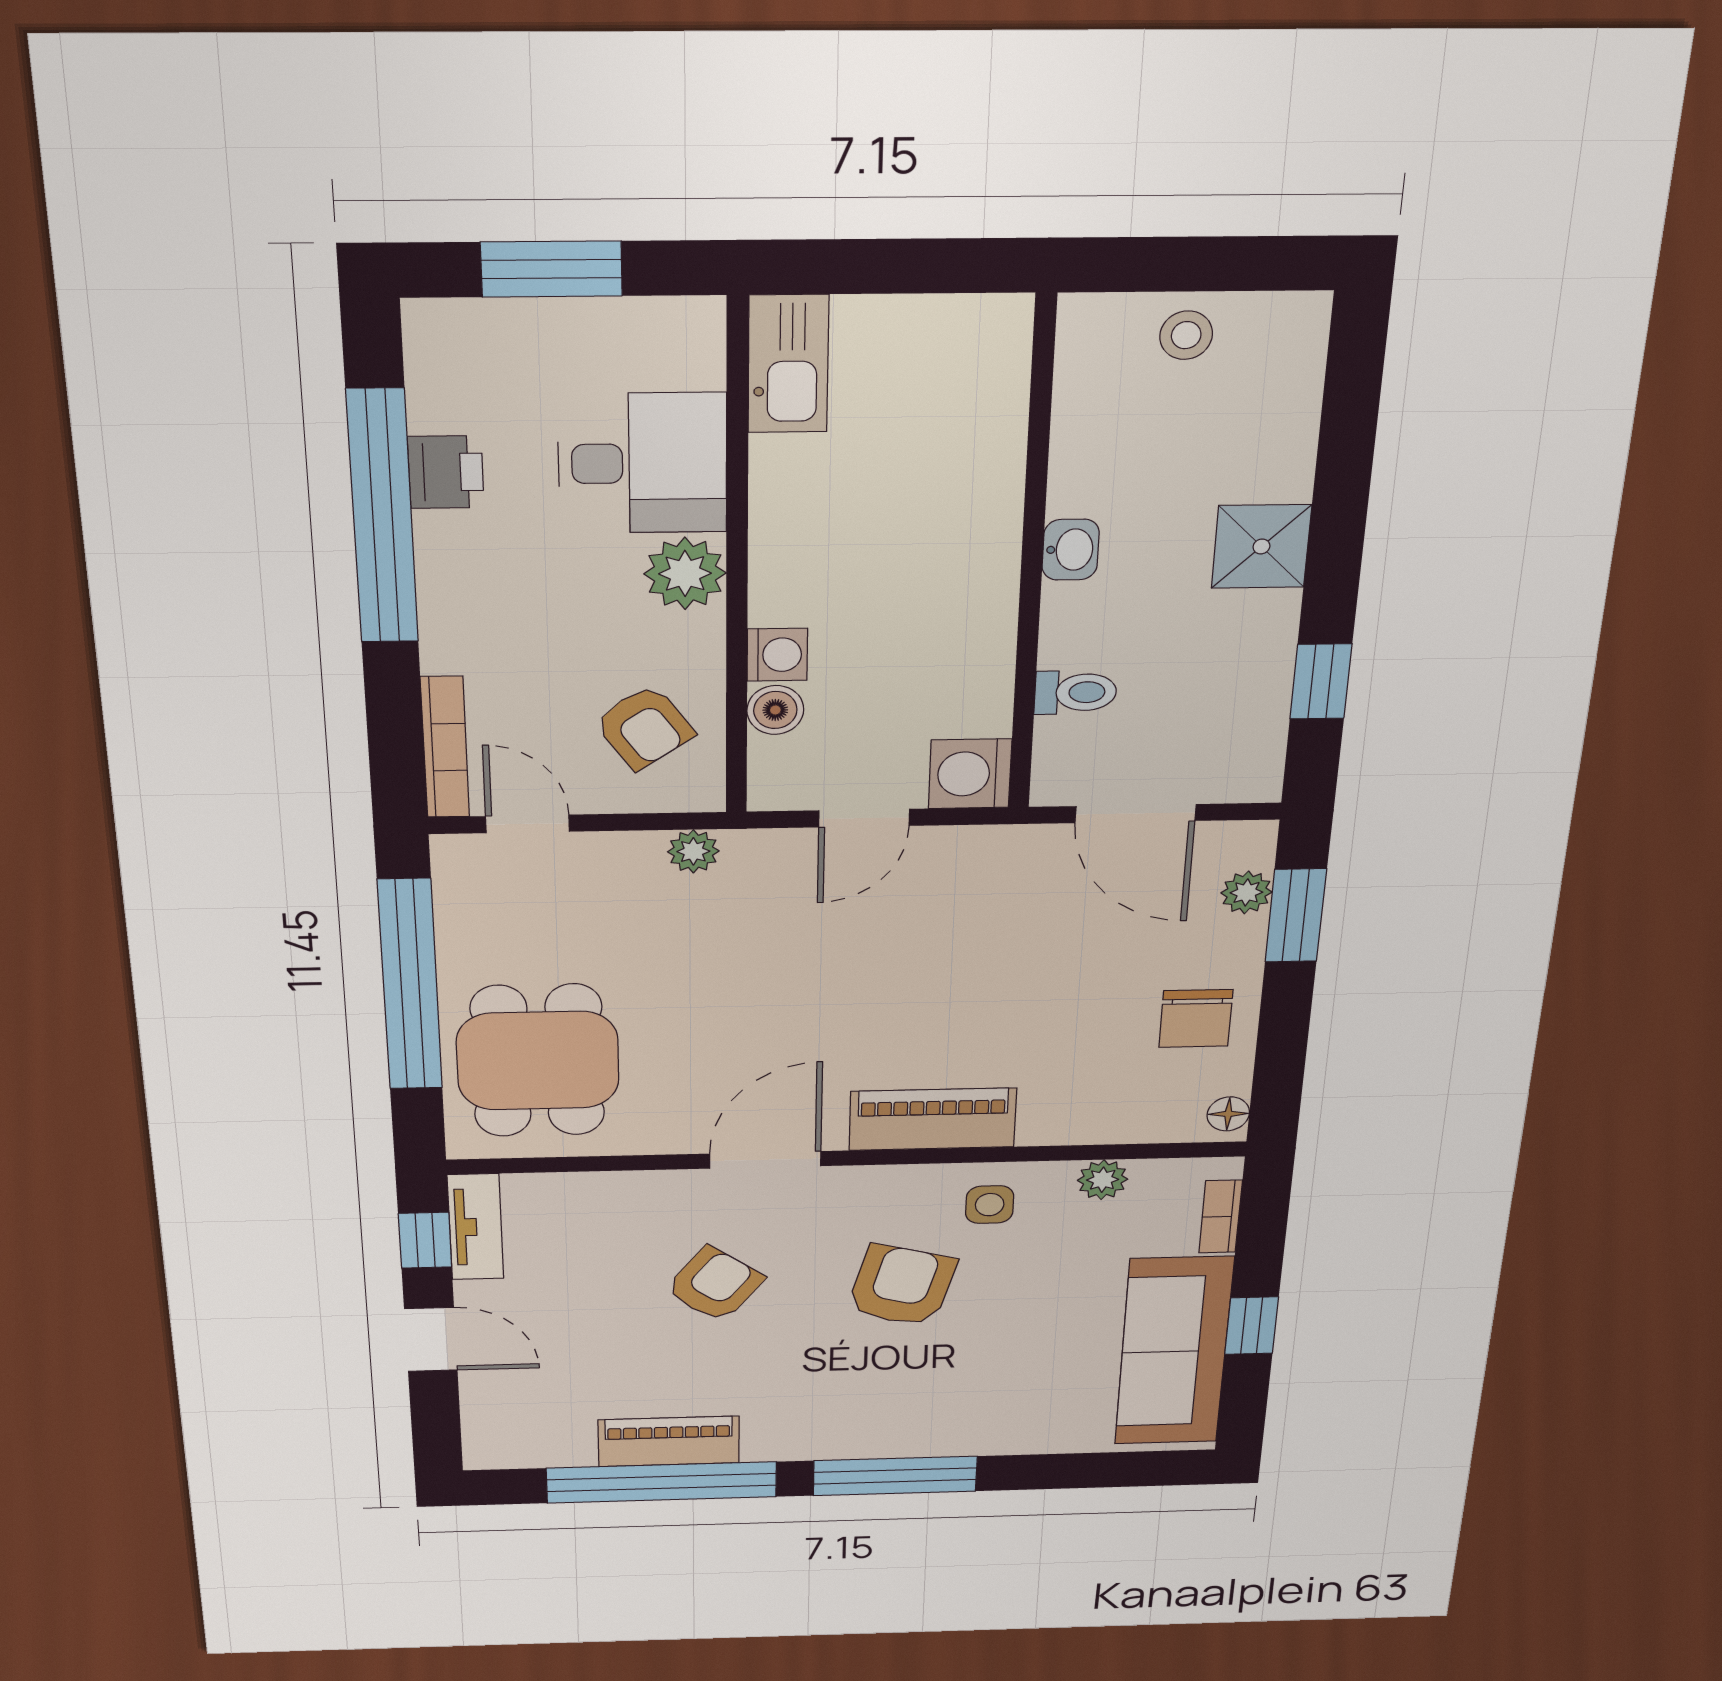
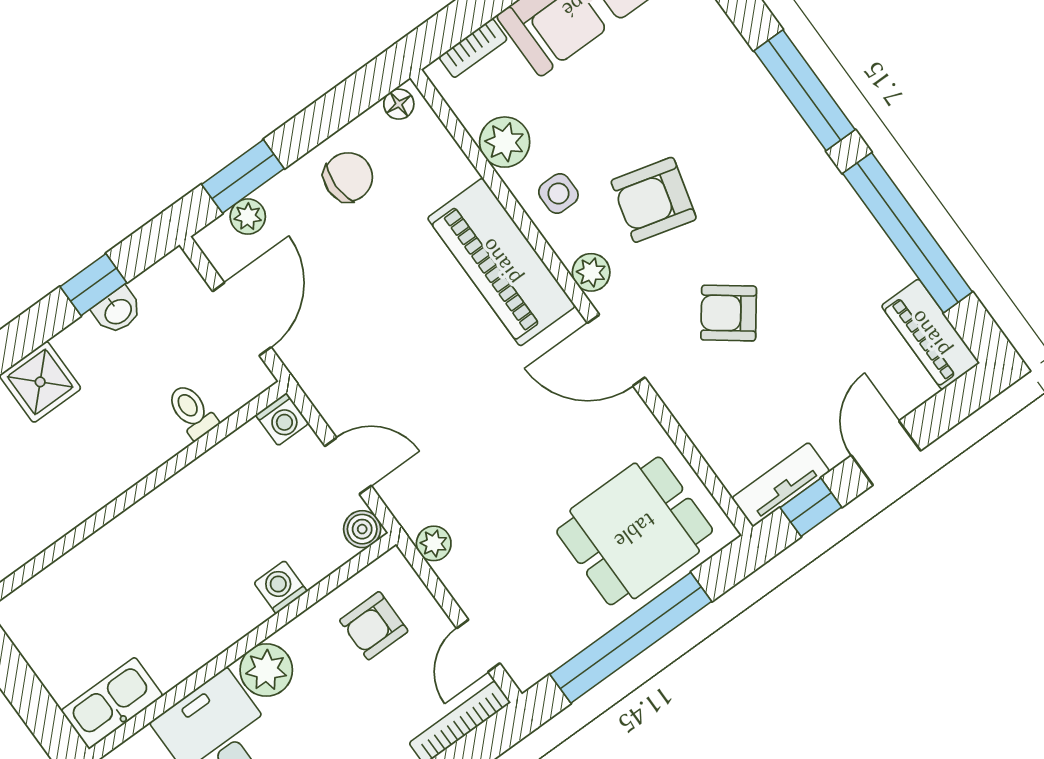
washbasin: (1071, 550) -> (118, 311), moved, turned 180
boiler: (775, 710) -> (362, 529), moved
armchair: (644, 727) -> (374, 626), turned -145
washing machine: (970, 774) -> (282, 419), width x0.73, depth x0.73
piano: (933, 1119) -> (501, 262), width x1.37, depth x1.33
plant: (1103, 1180) -> (505, 142), width x1.38, depth x1.38
plant: (874, 1186) -> (591, 272), added
piano: (669, 1441) -> (930, 334), moved

